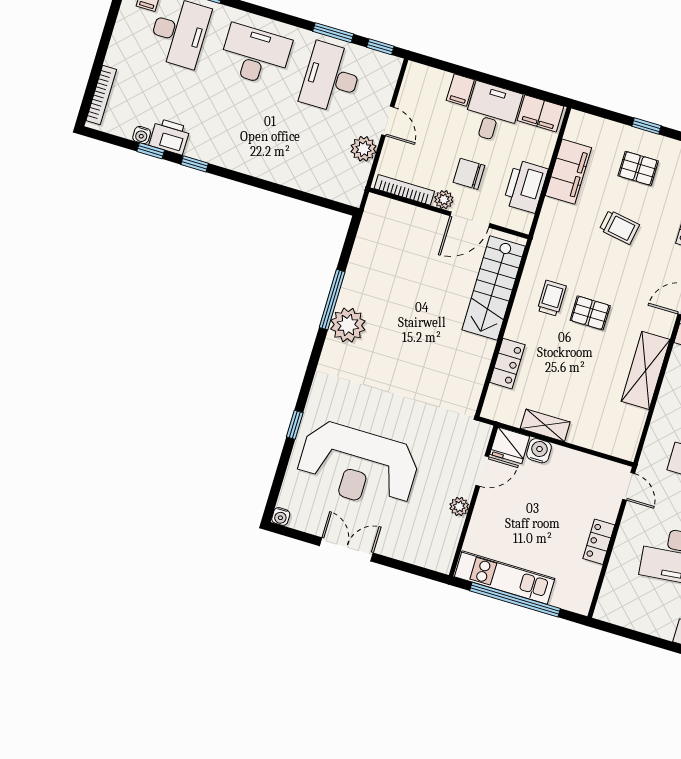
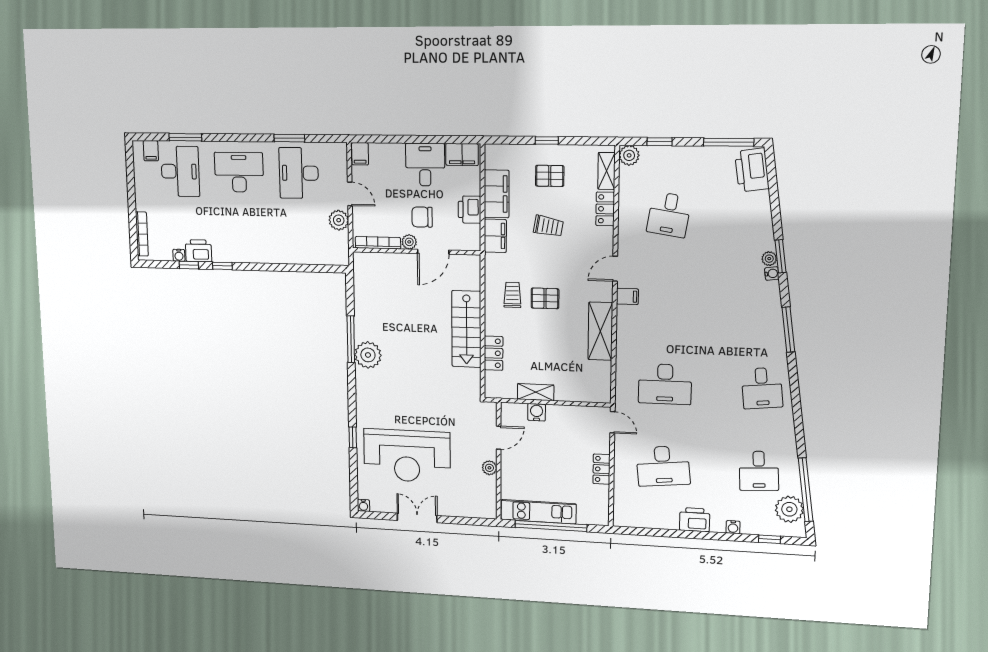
window: (380, 47) -> (327, 139), removed
filing cabinet: (460, 90) -> (360, 154), moved
printer: (526, 187) -> (470, 210), width x0.73, depth x0.84
filing cabinet: (552, 221) -> (495, 236), added
stairs: (494, 288) -> (466, 329), moved
fridge: (510, 445) -> (513, 414), removed

